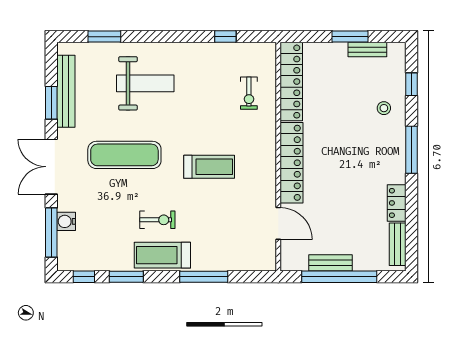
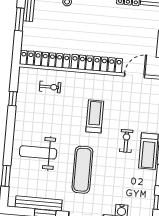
weight bench: (145, 83) -> (38, 152), turned -90
exercise bike: (157, 220) -> (126, 141), moved

